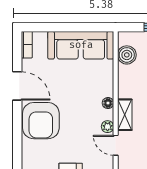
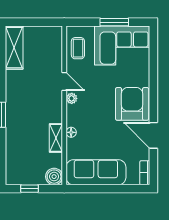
boiler: (127, 55) -> (54, 177), moved
floor lamp: (108, 103) -> (71, 132), moved
shelving: (125, 115) -> (56, 138), moved

